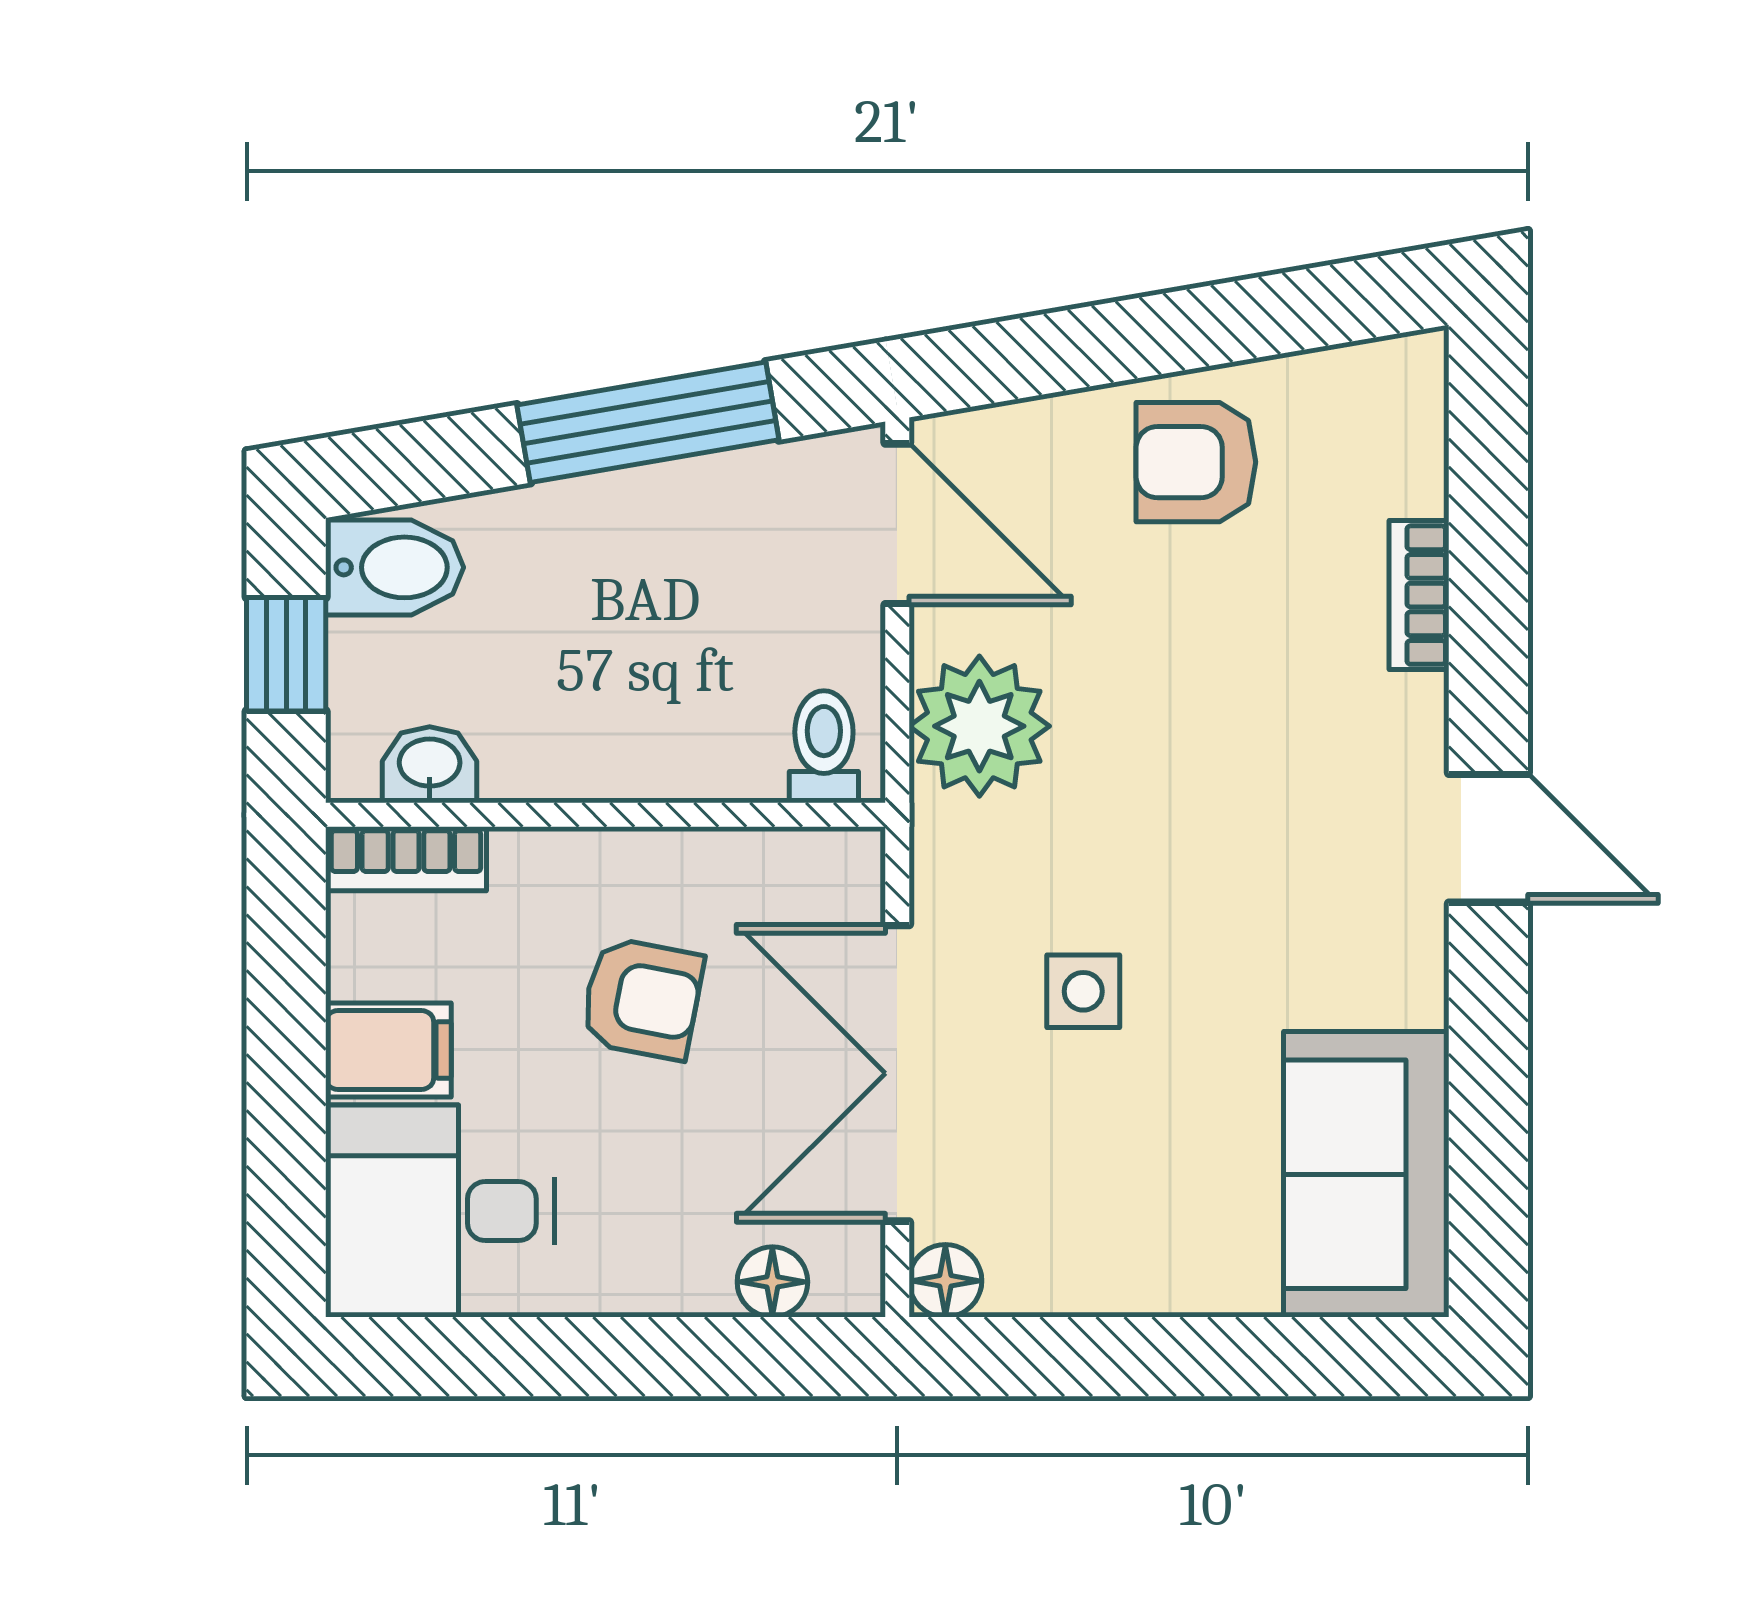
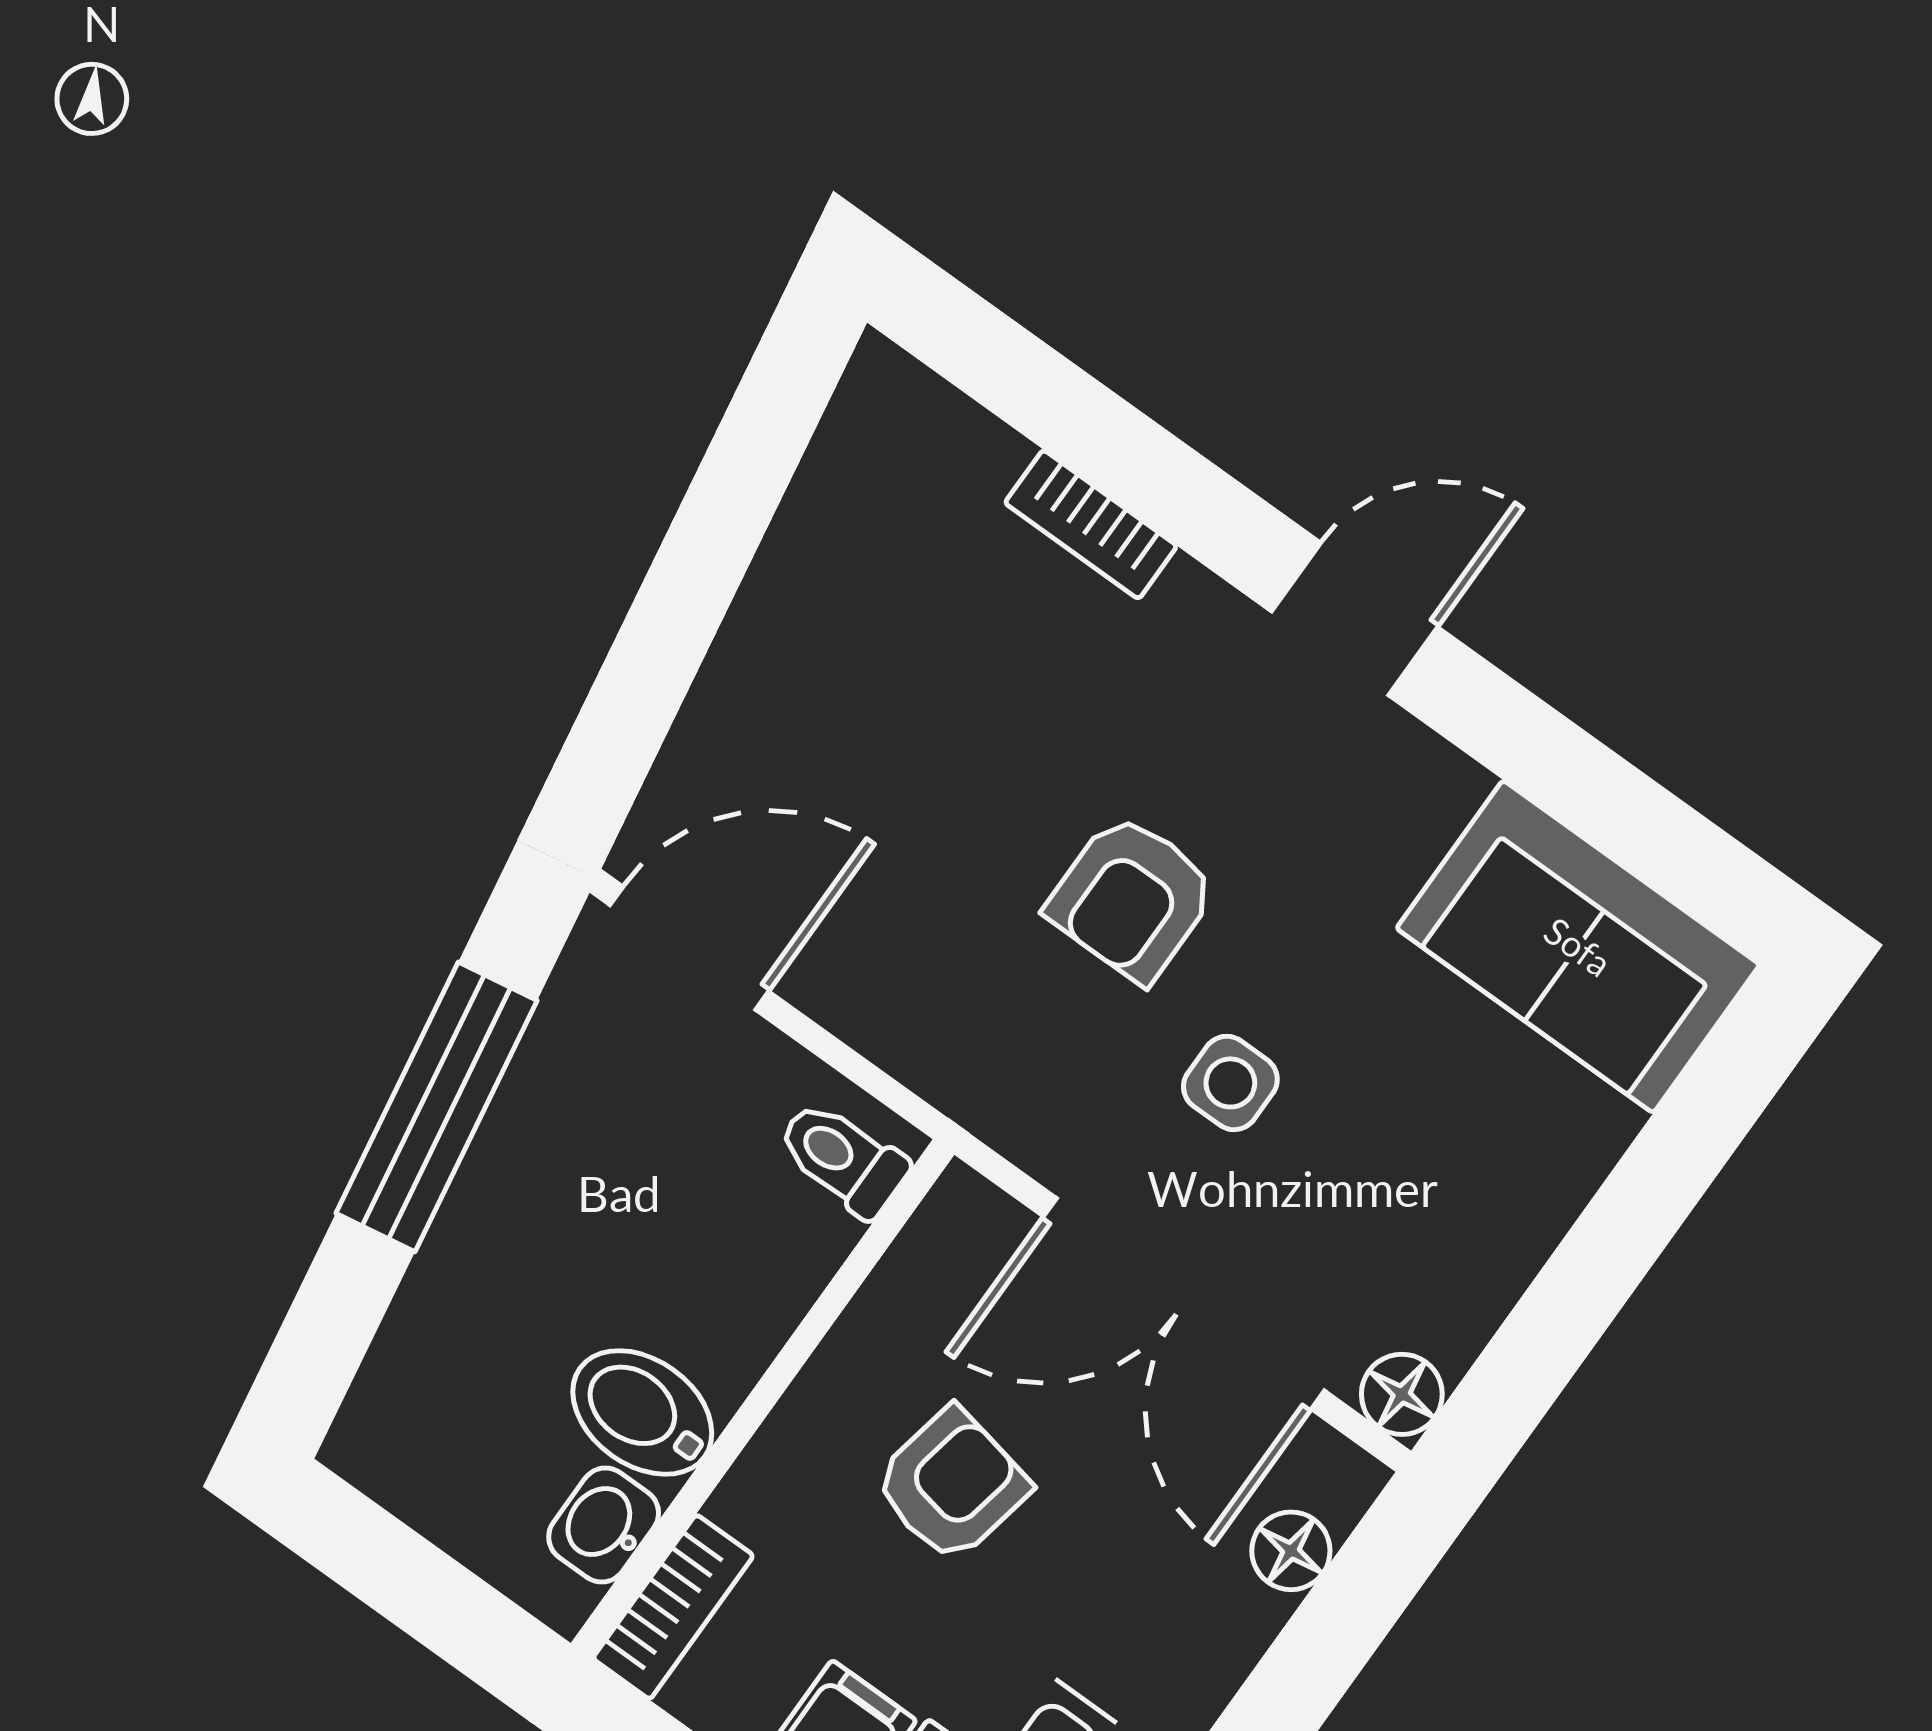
armchair: (1196, 462) -> (1132, 898), moved
bidet: (395, 567) -> (642, 1412), moved, turned -90
window: (286, 654) -> (411, 1582), removed
plant: (979, 726) -> (924, 1005), removed

